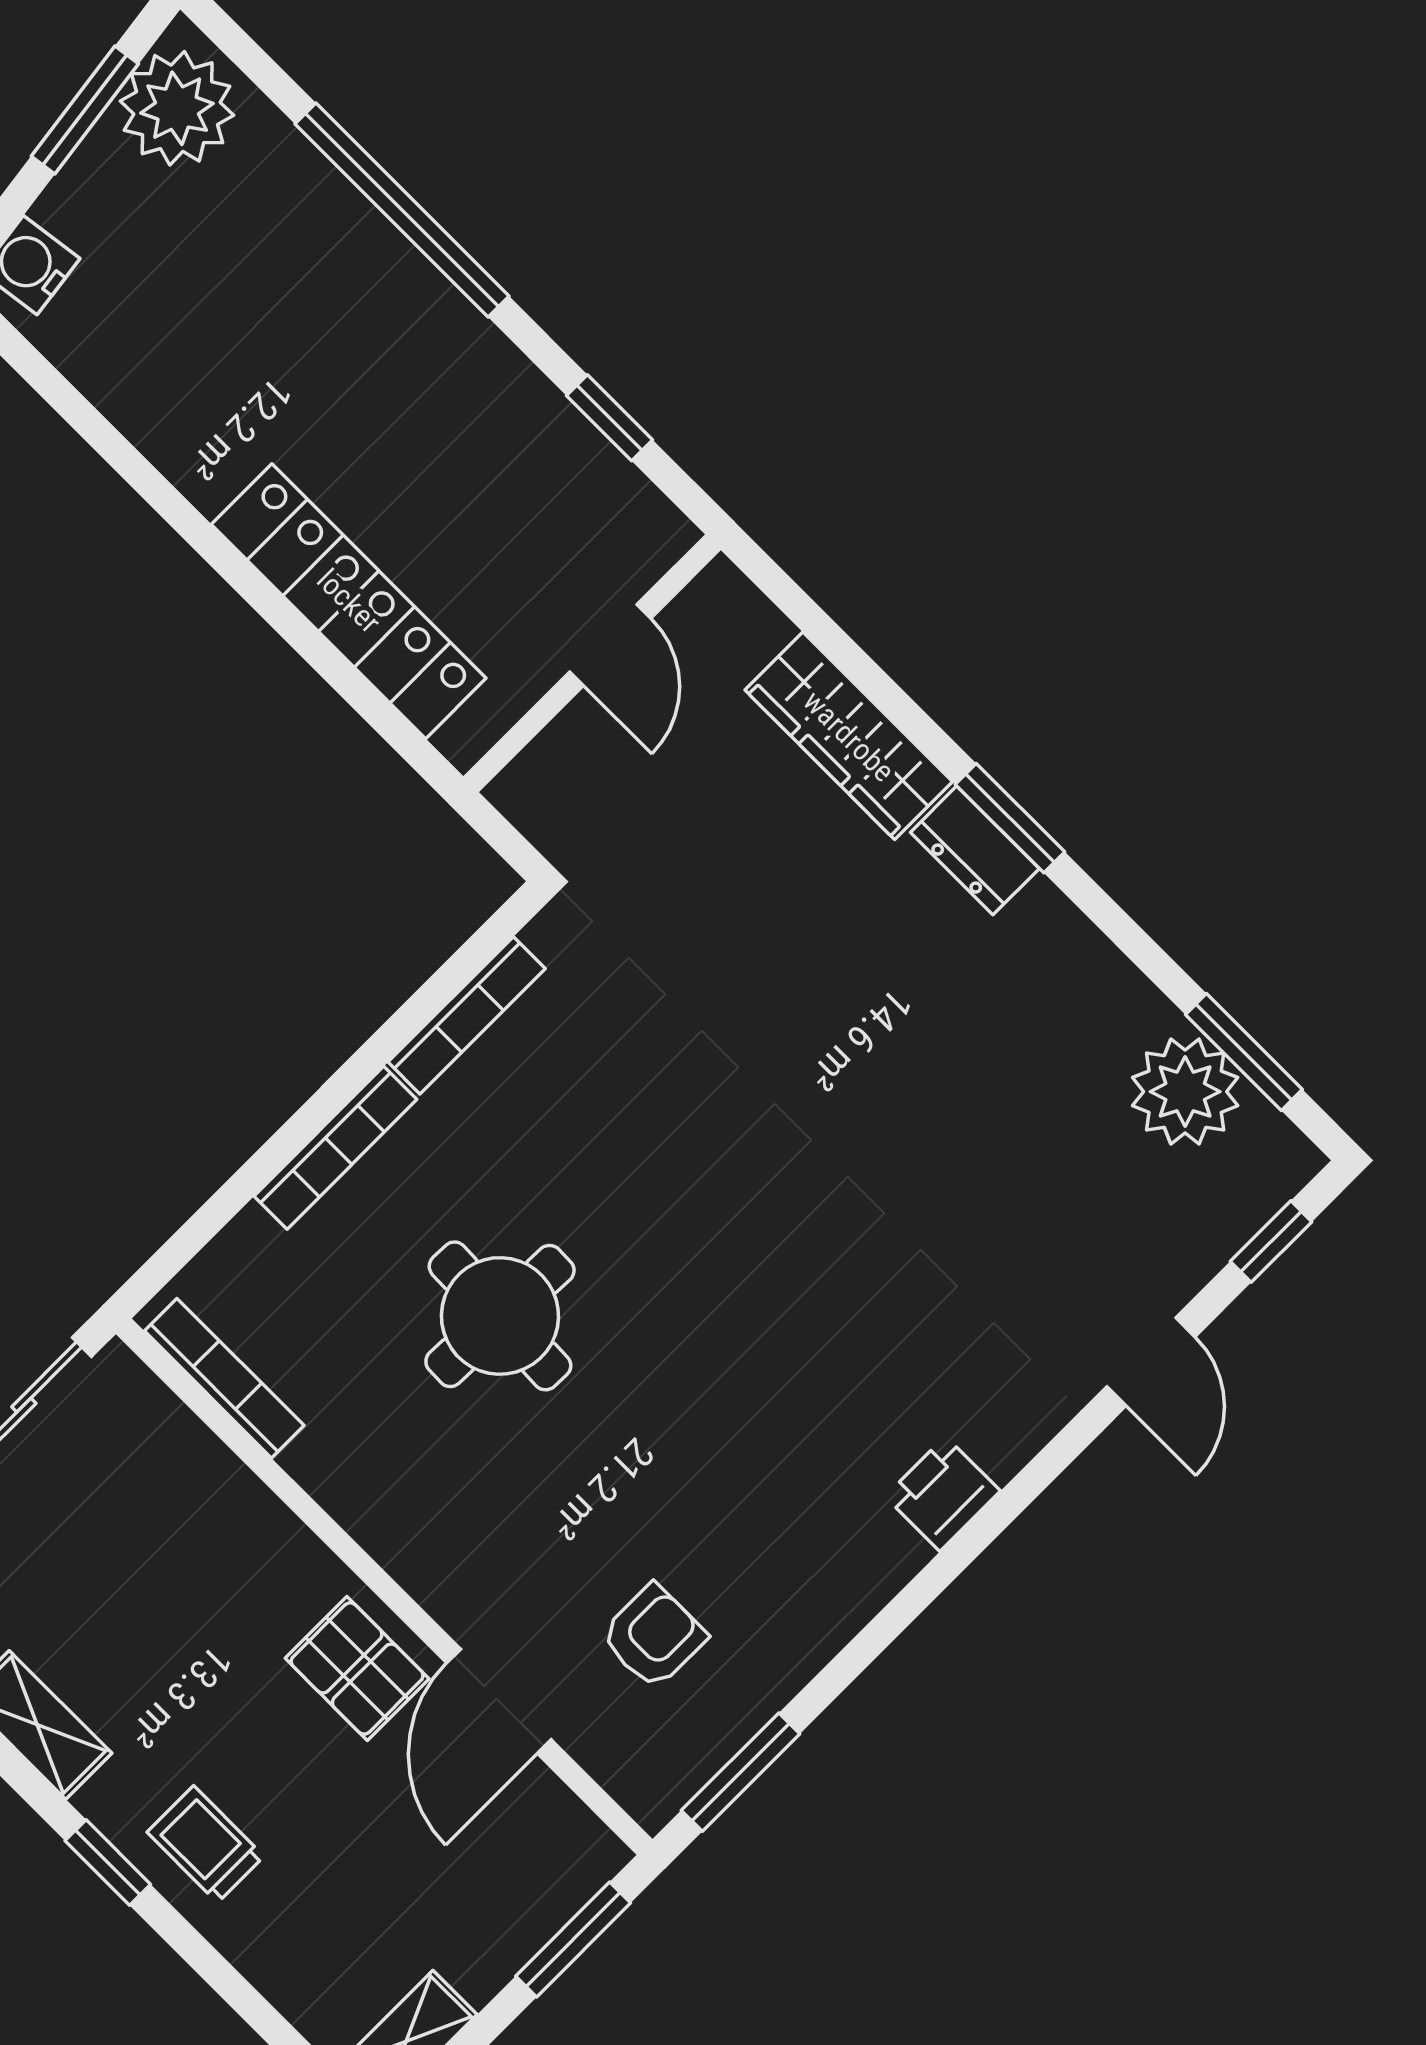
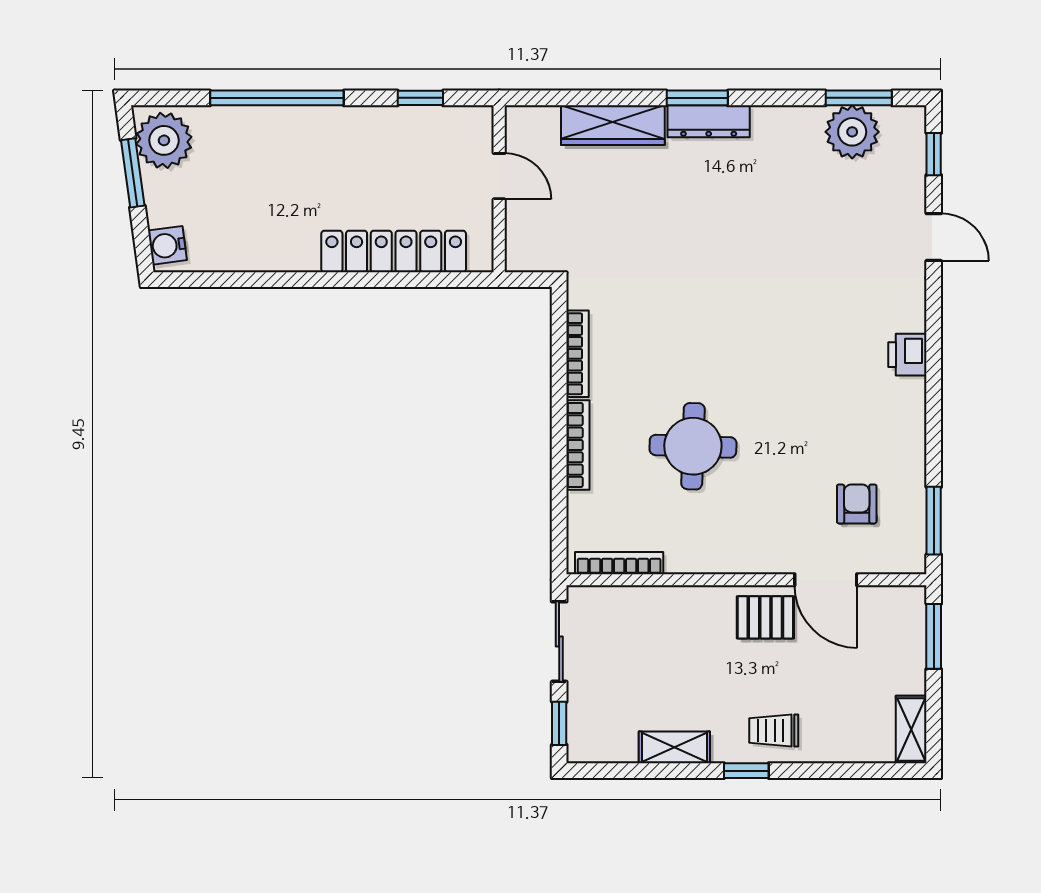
dresser: (975, 850) -> (709, 121), width x1.44

